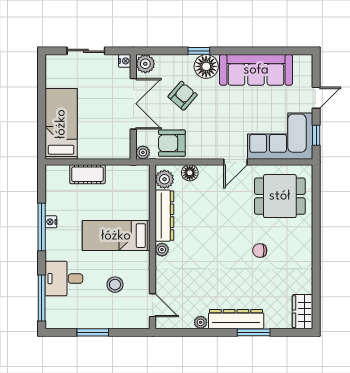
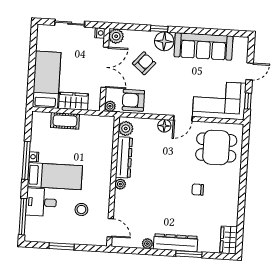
wardrobe: (97, 149) -> (73, 101), added
floor lamp: (190, 173) -> (164, 126), moved
bed: (116, 236) -> (55, 176), moved, turned 180

